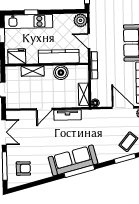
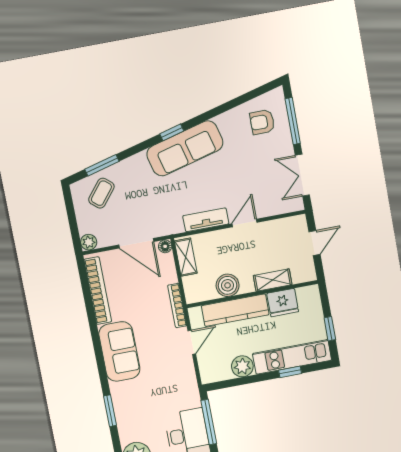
plant: (81, 20) -> (242, 366), moved
door: (89, 41) -> (192, 342), hinge flipped
fridge: (17, 56) -> (283, 303), moved
door: (123, 108) -> (136, 243), moved
window: (79, 171) -> (172, 132), width x0.46

